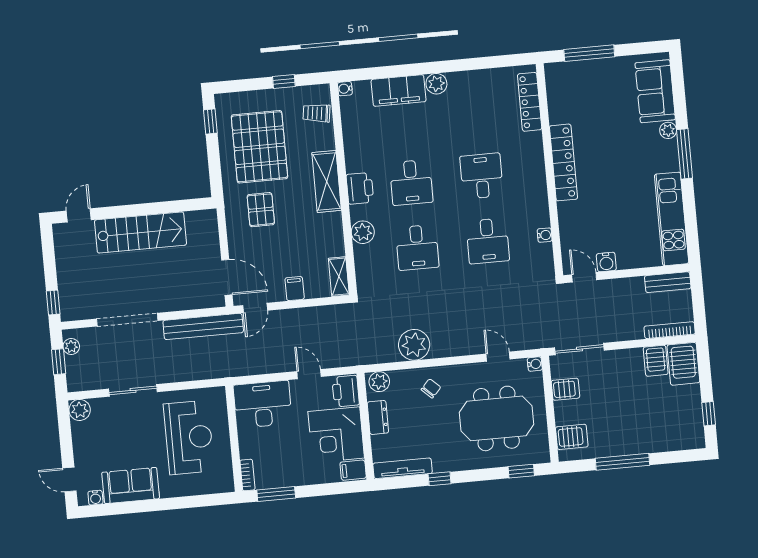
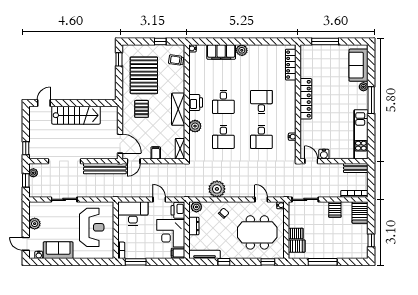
shelving: (327, 181) -> (178, 109), moved
server rack: (656, 361) -> (335, 209), moved
server rack: (565, 389) -> (296, 234), moved
plant: (80, 410) -> (35, 224), moved

